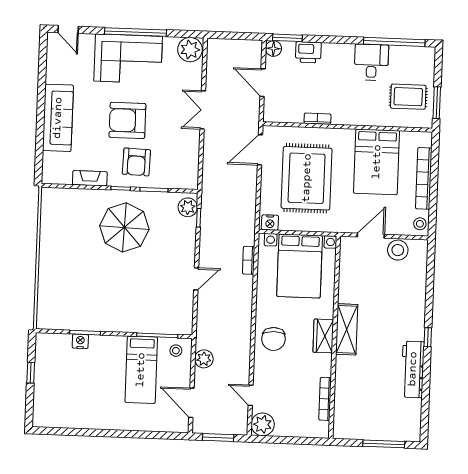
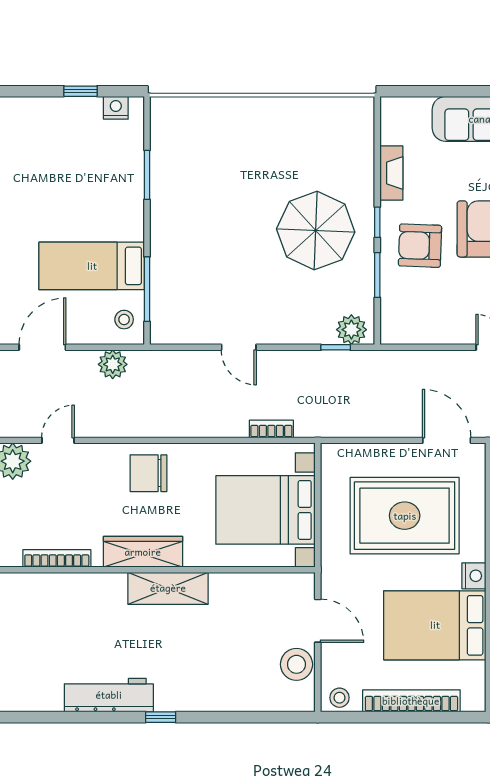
nightstand: (270, 223) -> (474, 576), moved, turned 180
wardrobe: (323, 336) -> (143, 552), width x1.50
nightstand: (80, 341) -> (116, 108), moved, turned -90

